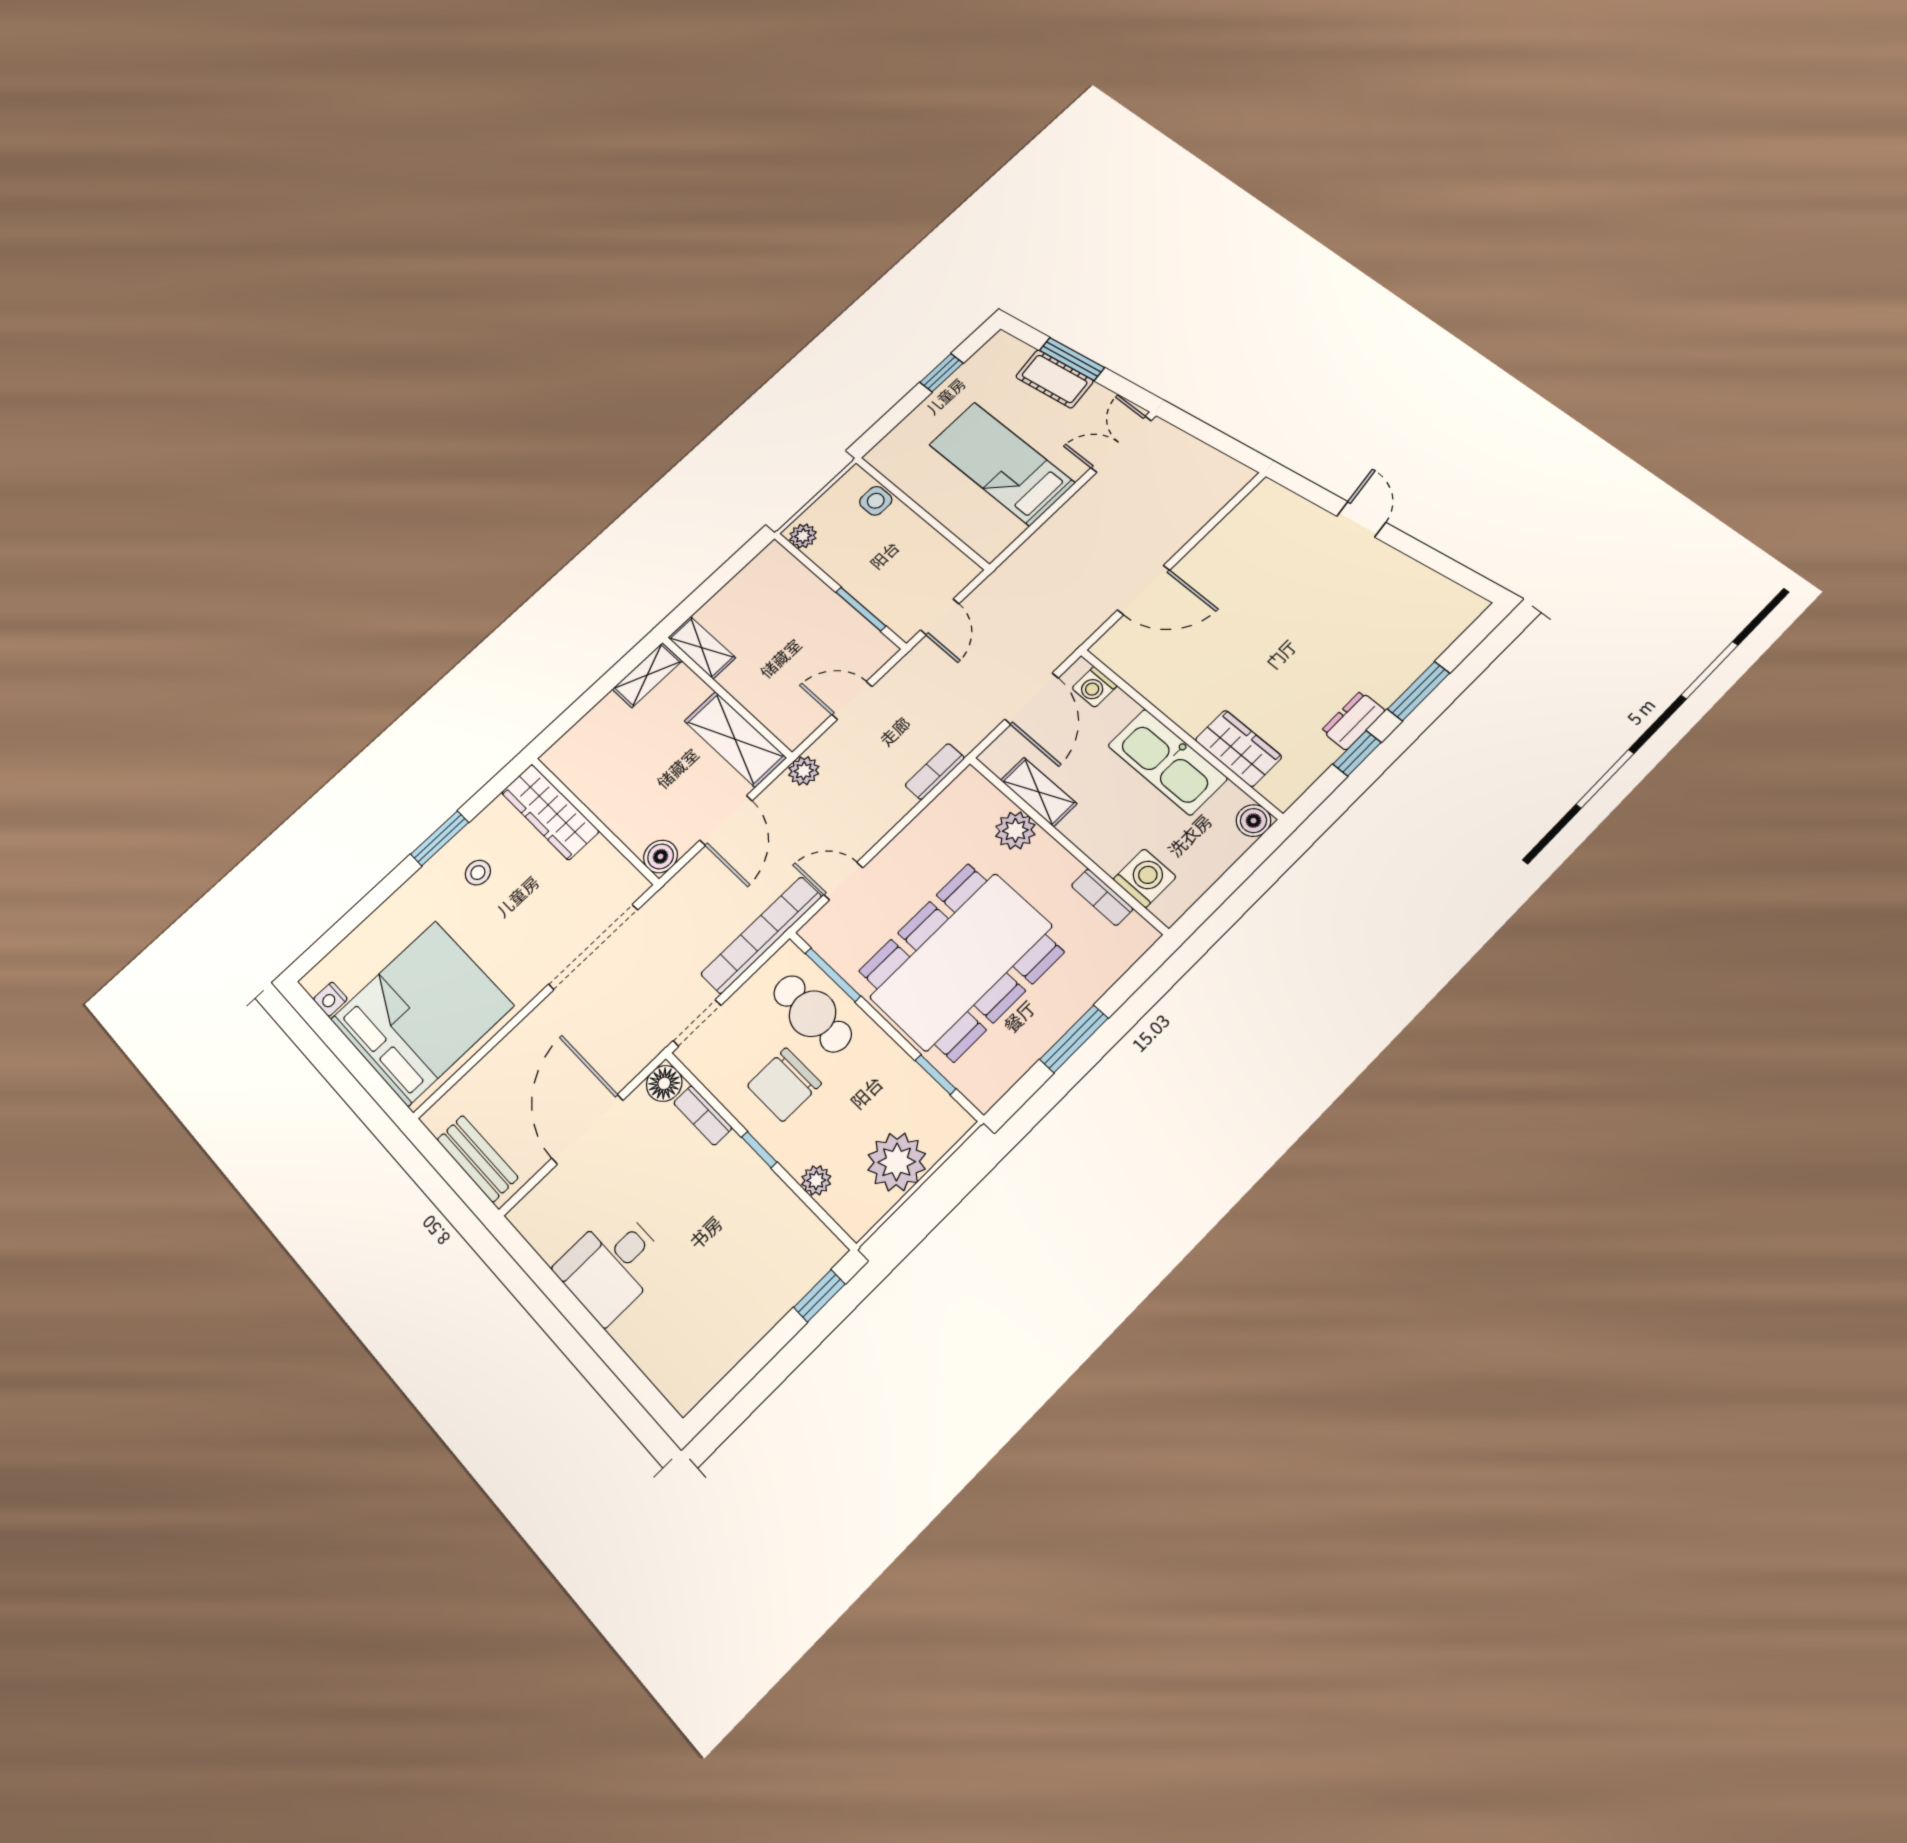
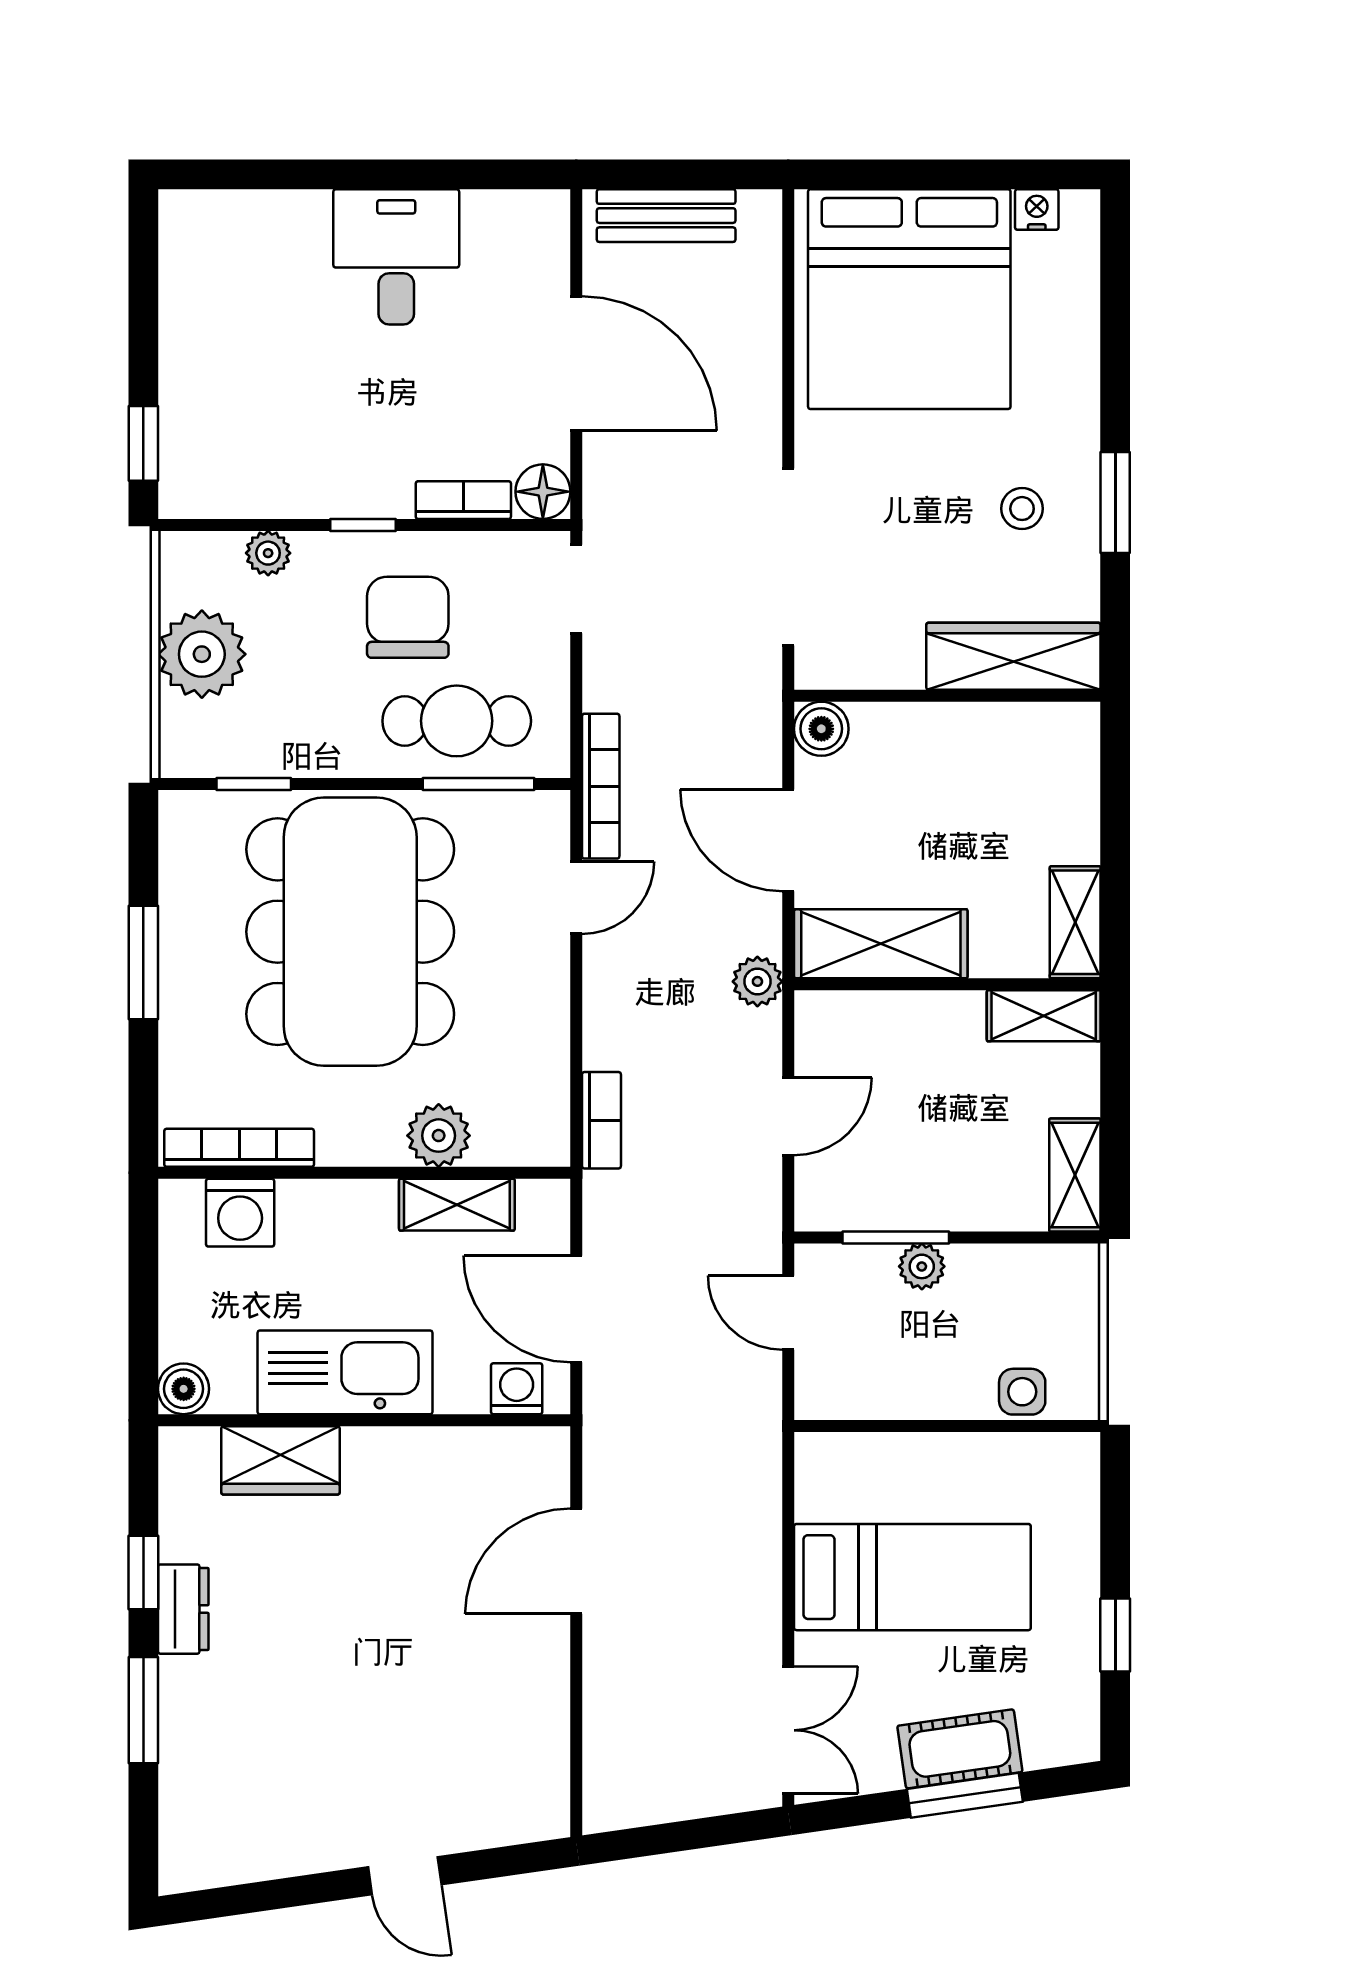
plant: (803, 536) -> (922, 1266), moved
shelving: (760, 570) -> (1075, 1175), added
bookcase: (1102, 897) -> (239, 1148), width x1.56
bookcase: (761, 935) -> (601, 786), width x0.68, depth x0.76

